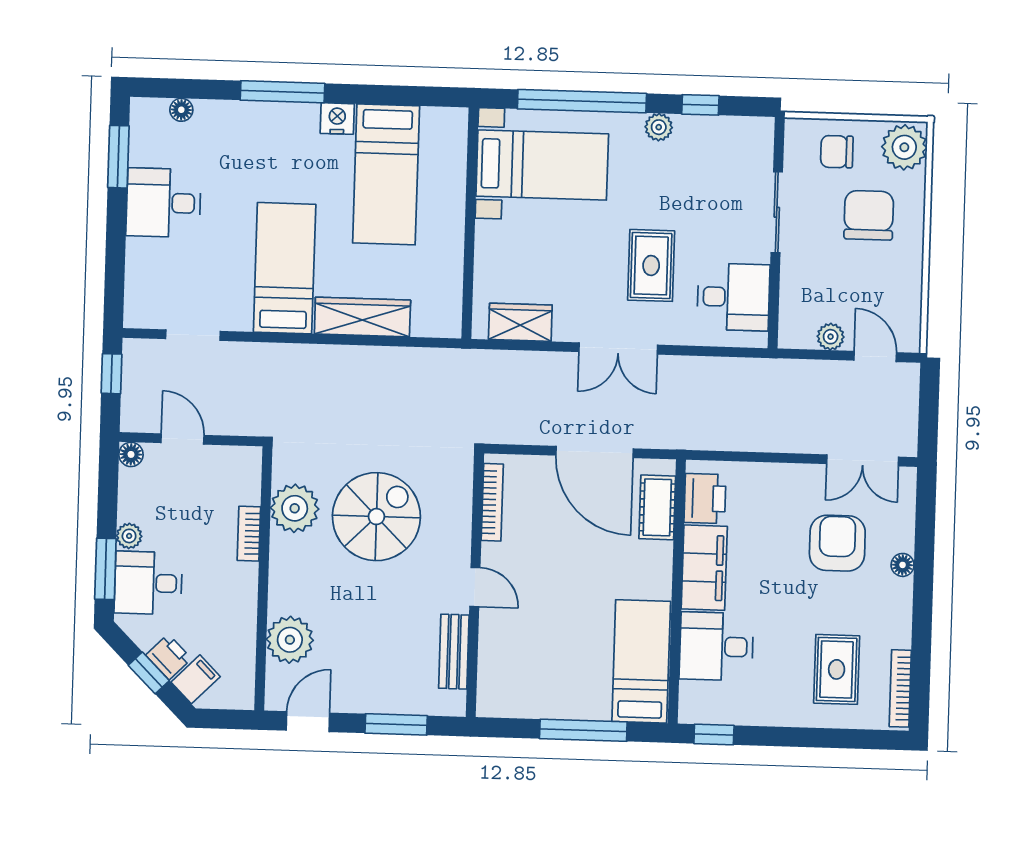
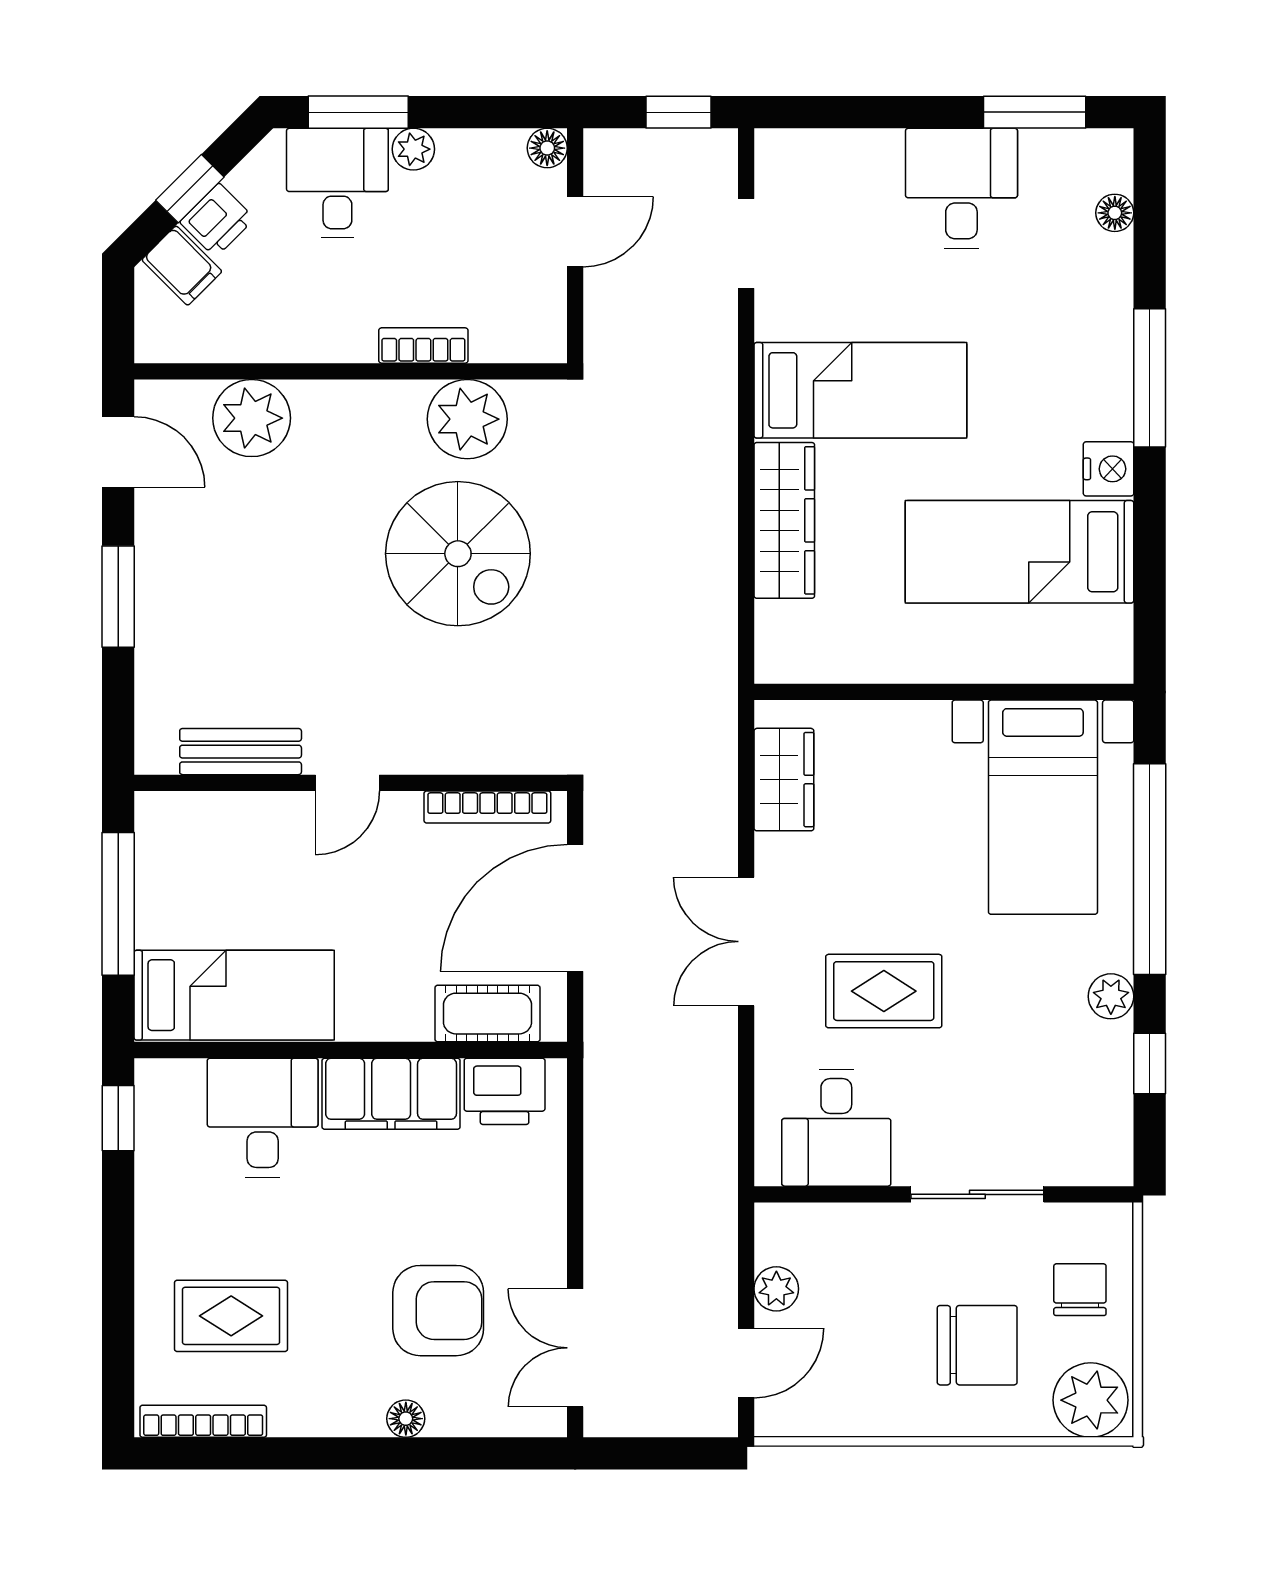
bookcase: (492, 502) -> (487, 807), moved
wall: (475, 585) -> (351, 783), moved
door: (475, 587) -> (347, 783), moved
bench: (454, 652) -> (241, 752), moved

